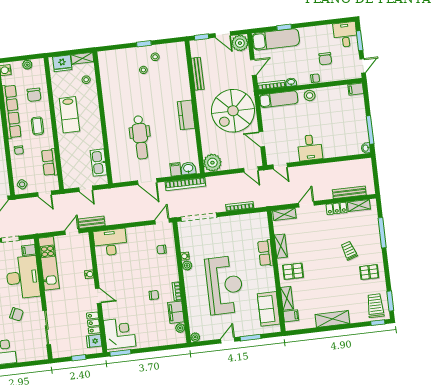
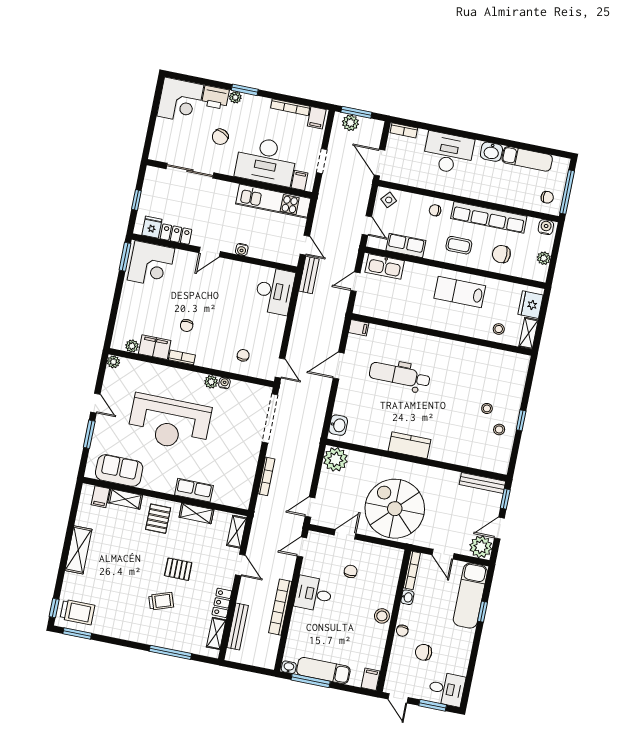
bench: (198, 74) -> (482, 483), moved
exam couch: (279, 99) -> (323, 671), moved, turned 90
chair: (286, 127) -> (351, 571), added
kitchen sink: (99, 163) -> (385, 267), moved, turned 180
filing cabinet: (175, 169) -> (359, 328), moved
bookcase: (185, 184) -> (280, 607), moved
door: (45, 194) -> (367, 226), swing flipped
pallet: (369, 272) -> (178, 569), moved, turned 90

